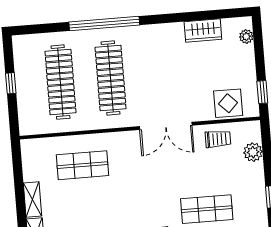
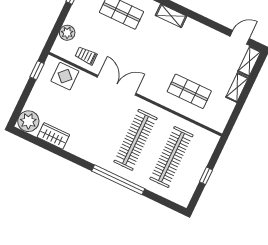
plant: (246, 36) -> (28, 121), width x1.87, depth x1.87

